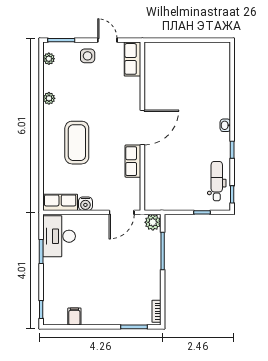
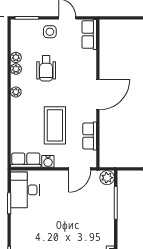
plant: (49, 59) -> (16, 57), moved
wheelchair: (83, 98) -> (46, 68), added
plant: (49, 125) -> (16, 92), added
coffee table: (77, 143) -> (55, 125), moved
row of seats: (133, 161) -> (90, 136), moved

